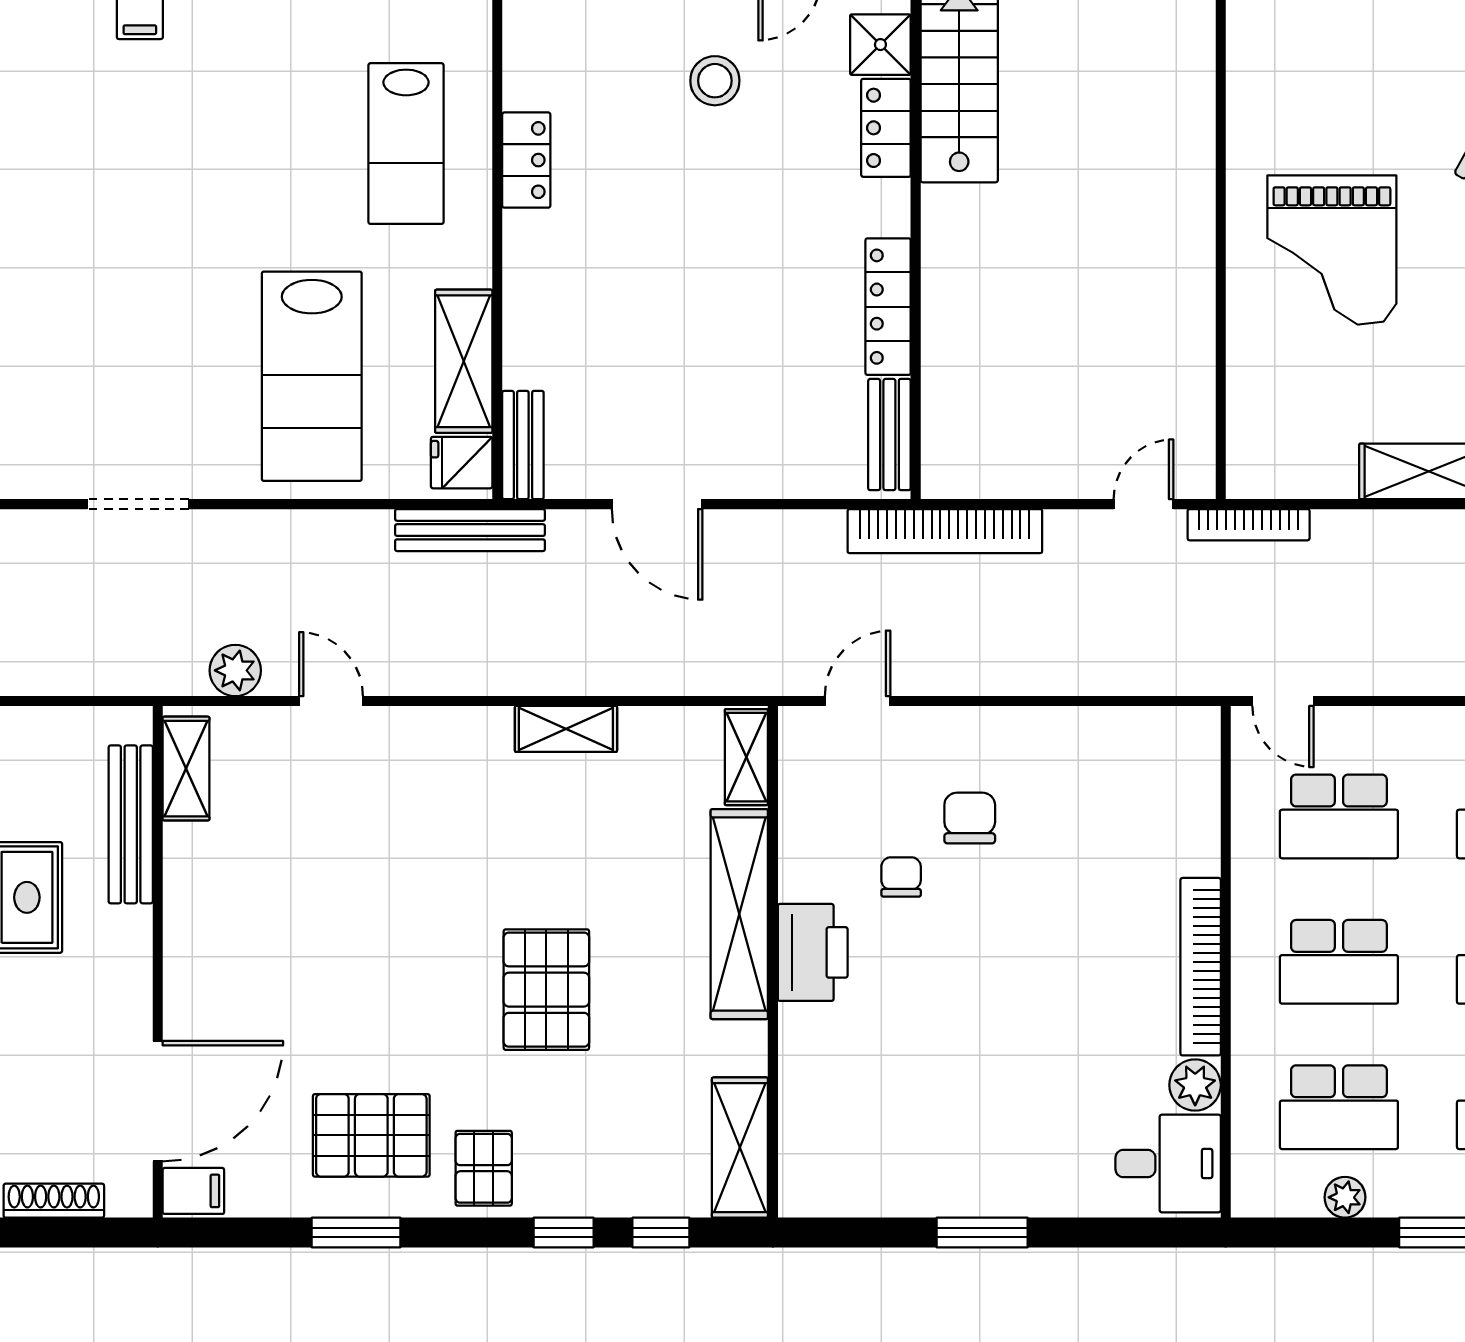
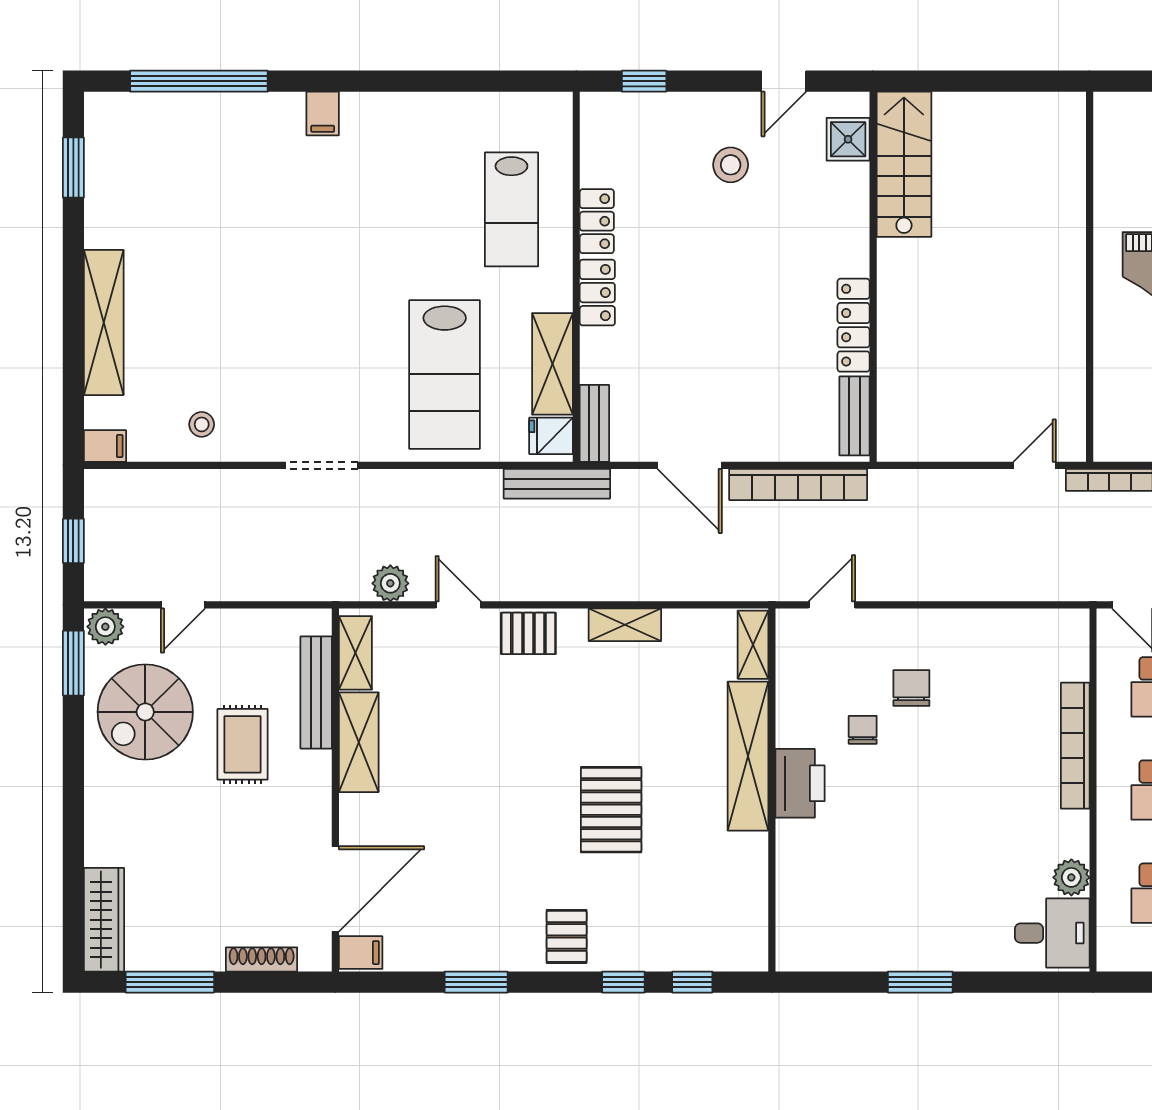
locker: (886, 128) -> (597, 293), moved, turned 180
bookcase: (945, 531) -> (798, 484), moved
bookcase: (1201, 967) -> (1075, 746), moved
pallet: (371, 1135) -> (528, 633), moved, width x0.67, depth x0.71
shelving: (740, 1148) -> (359, 742), moved

